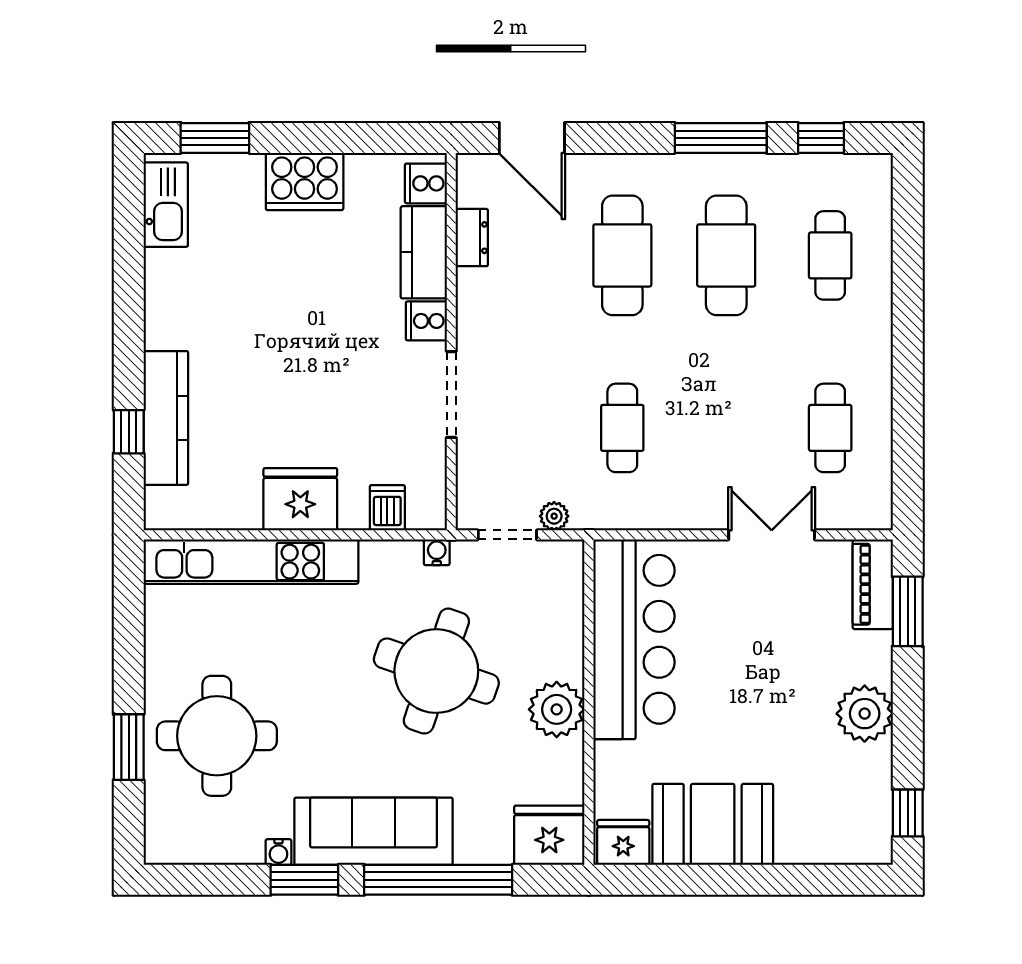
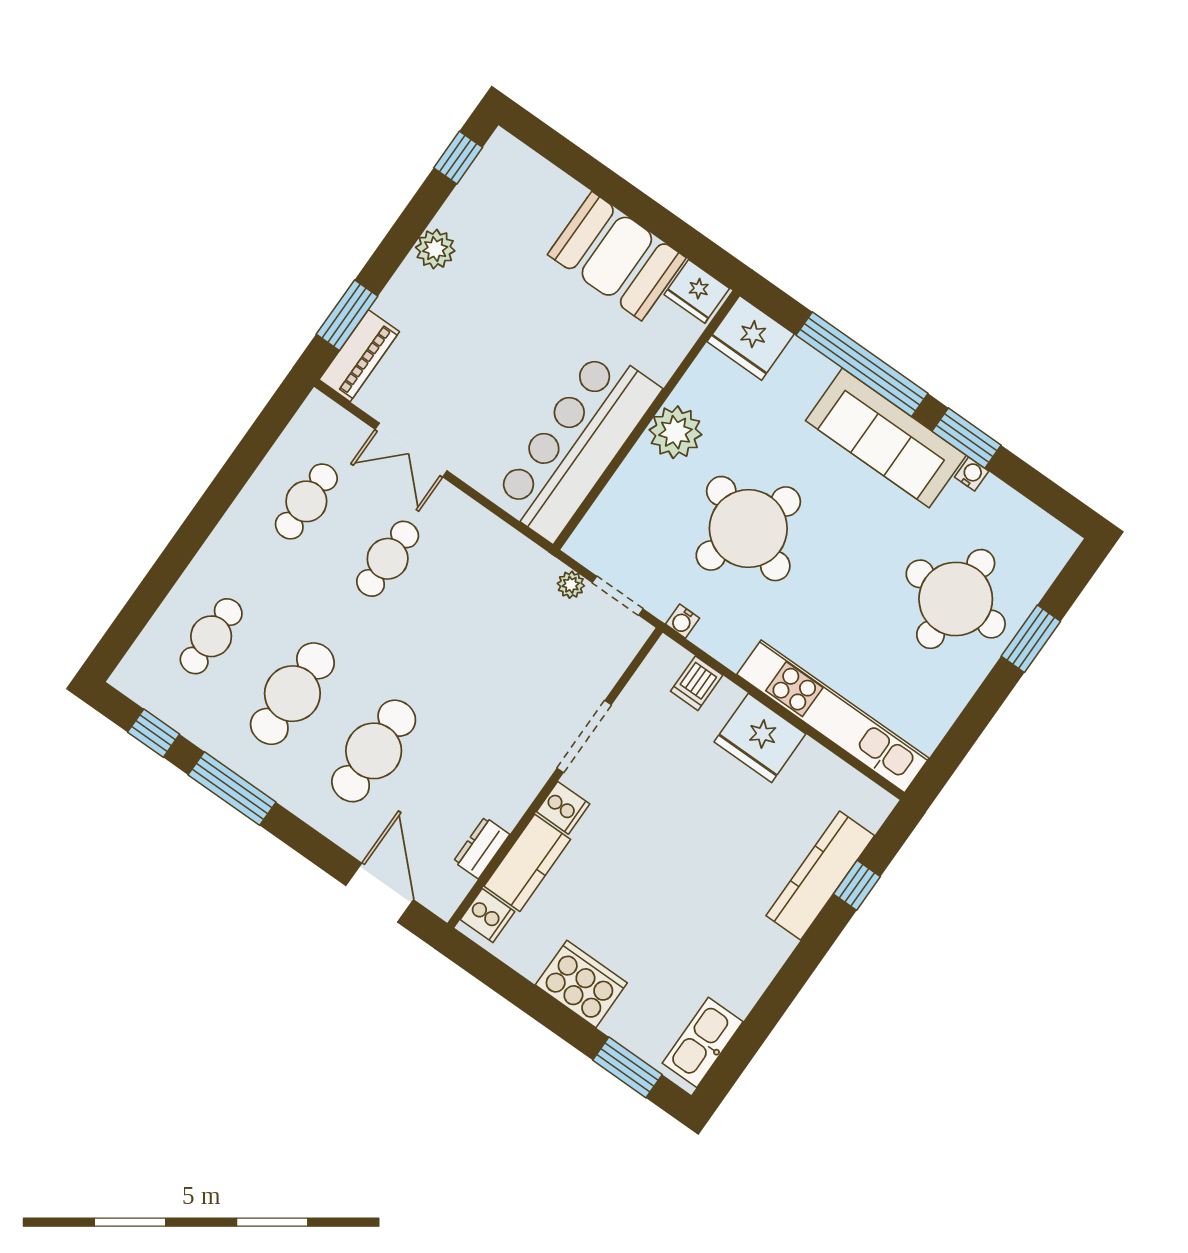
cafe table: (622, 428) -> (388, 559), moved
plant: (865, 714) -> (435, 249), width x0.73, depth x0.73

